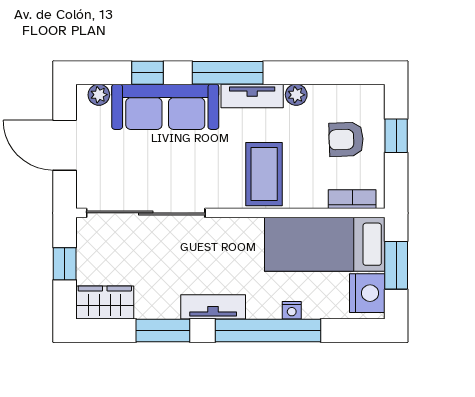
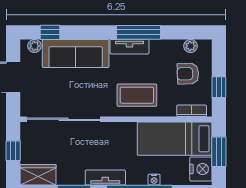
window: (148, 73) -> (50, 32), moved
window: (228, 73) -> (139, 32), moved
plant: (296, 95) -> (190, 46), moved
window: (396, 136) -> (219, 87), moved
coffee table: (264, 174) -> (137, 95), turned 90

